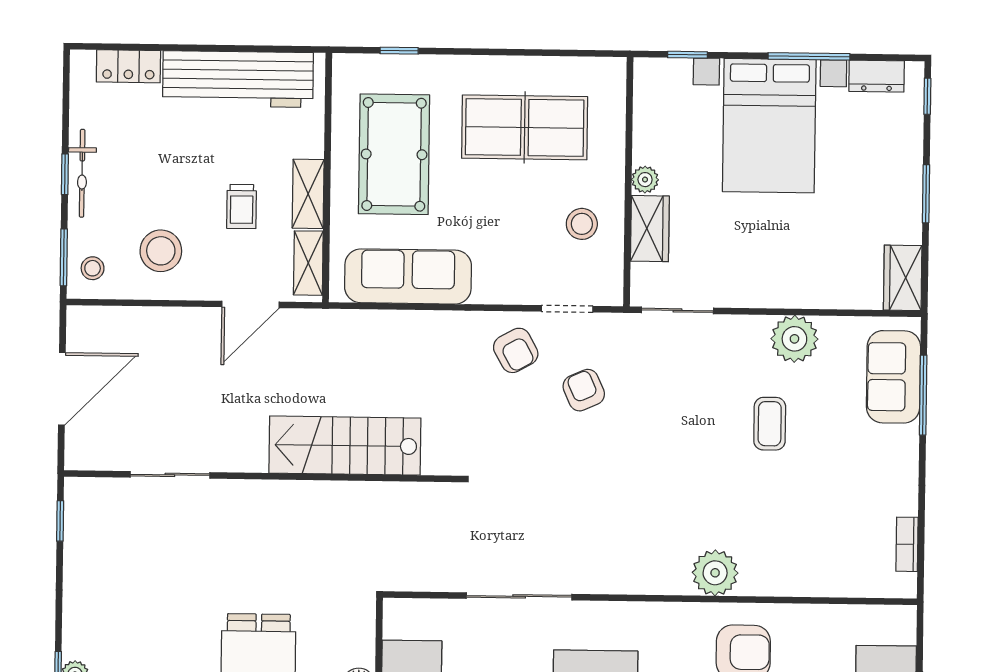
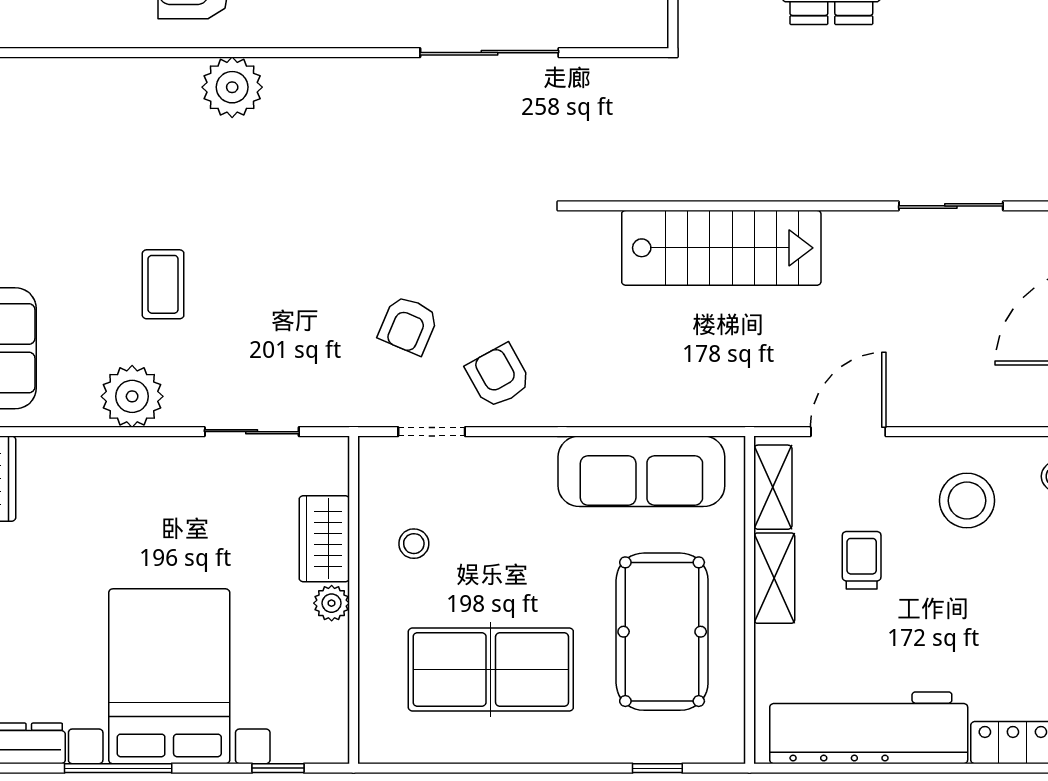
stool: (582, 224) -> (414, 544), width x0.73, depth x0.73
sliding door: (677, 310) -> (252, 432), moved
armchair: (584, 390) -> (408, 325), turned 47

